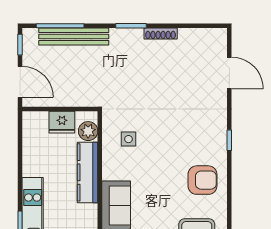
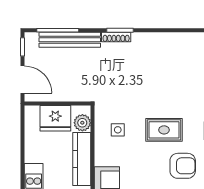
shoe rack: (161, 33) -> (116, 37), moved
fridge: (62, 122) -> (55, 118), width x1.36, depth x1.34
rug: (181, 139) -> (164, 130), added

